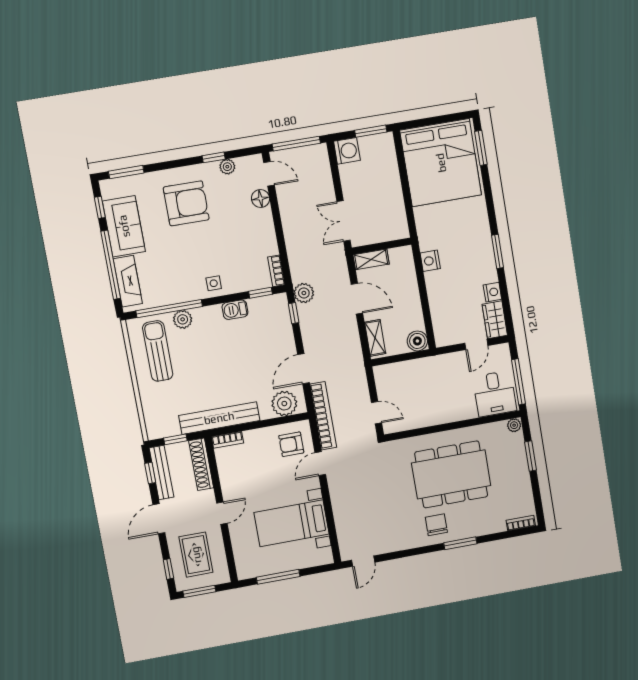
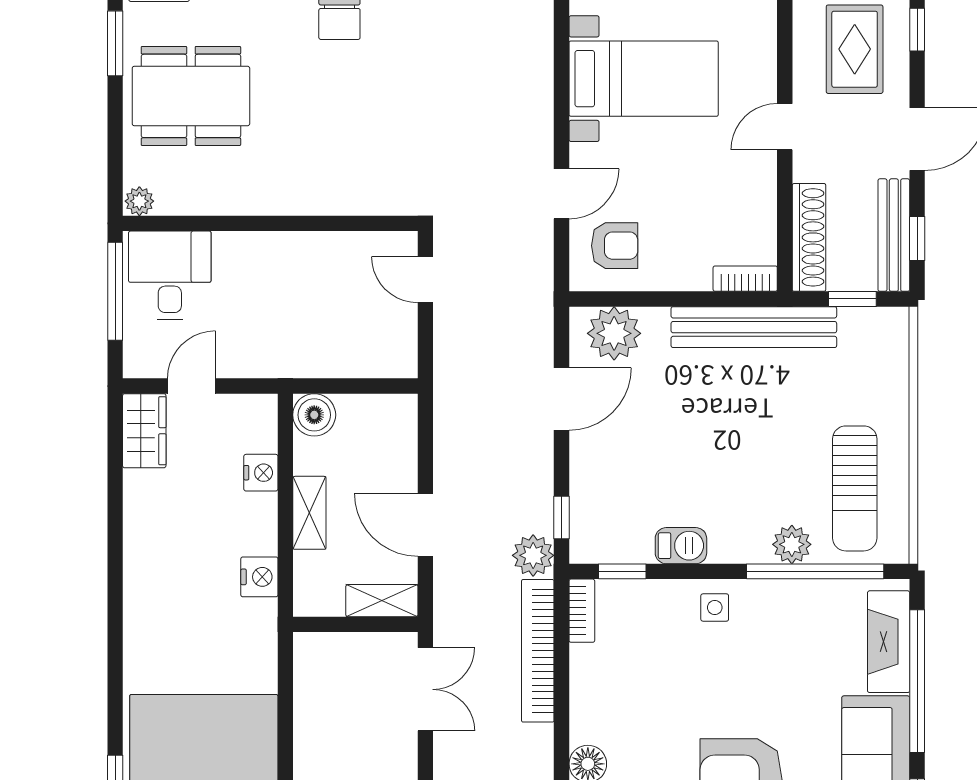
window: (498, 251) -> (115, 572), removed
nightstand: (492, 292) -> (261, 473), moved, turned 180
shelving: (375, 338) -> (309, 513), moved
bookcase: (323, 416) -> (538, 651), moved
window: (530, 456) -> (115, 43), moved
dining table: (451, 474) -> (191, 96), moved, width x0.73, depth x0.80

